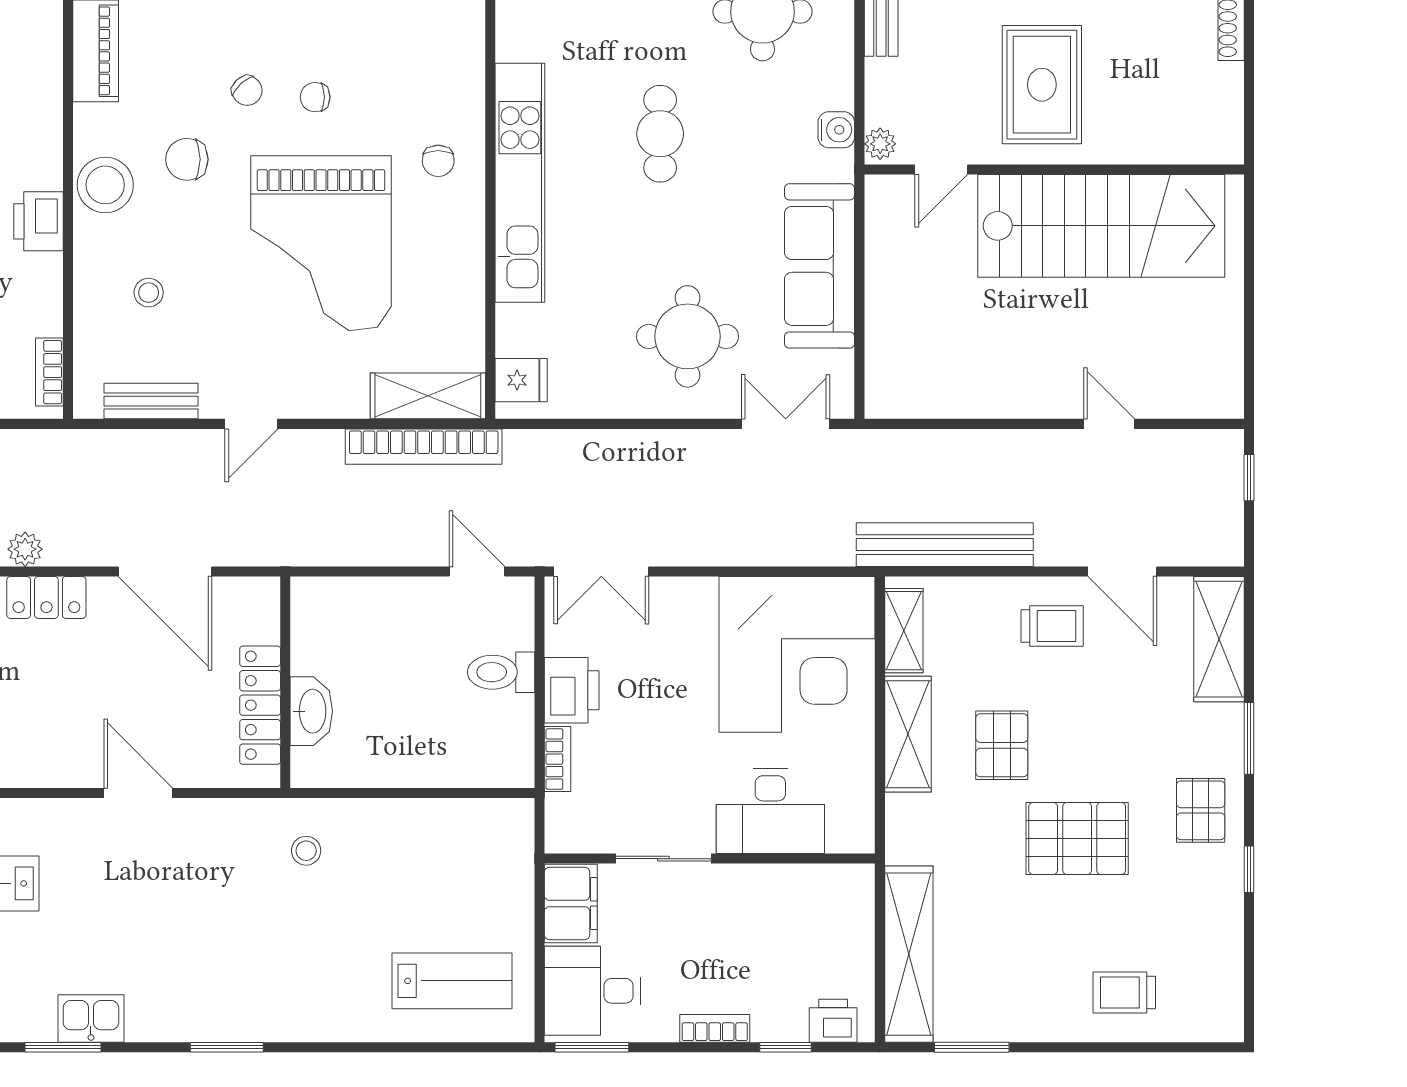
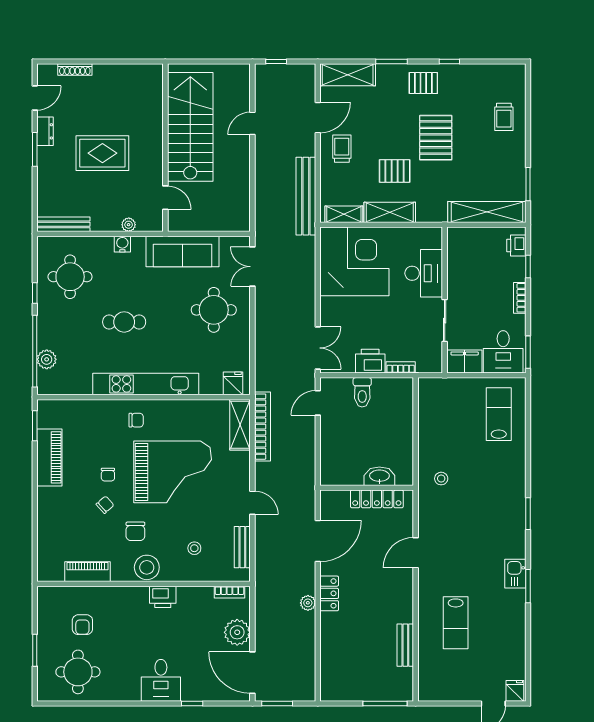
door: (941, 170) -> (165, 198), moved
wall: (1054, 170) -> (165, 148), moved
stairs: (1101, 226) -> (190, 127), moved

